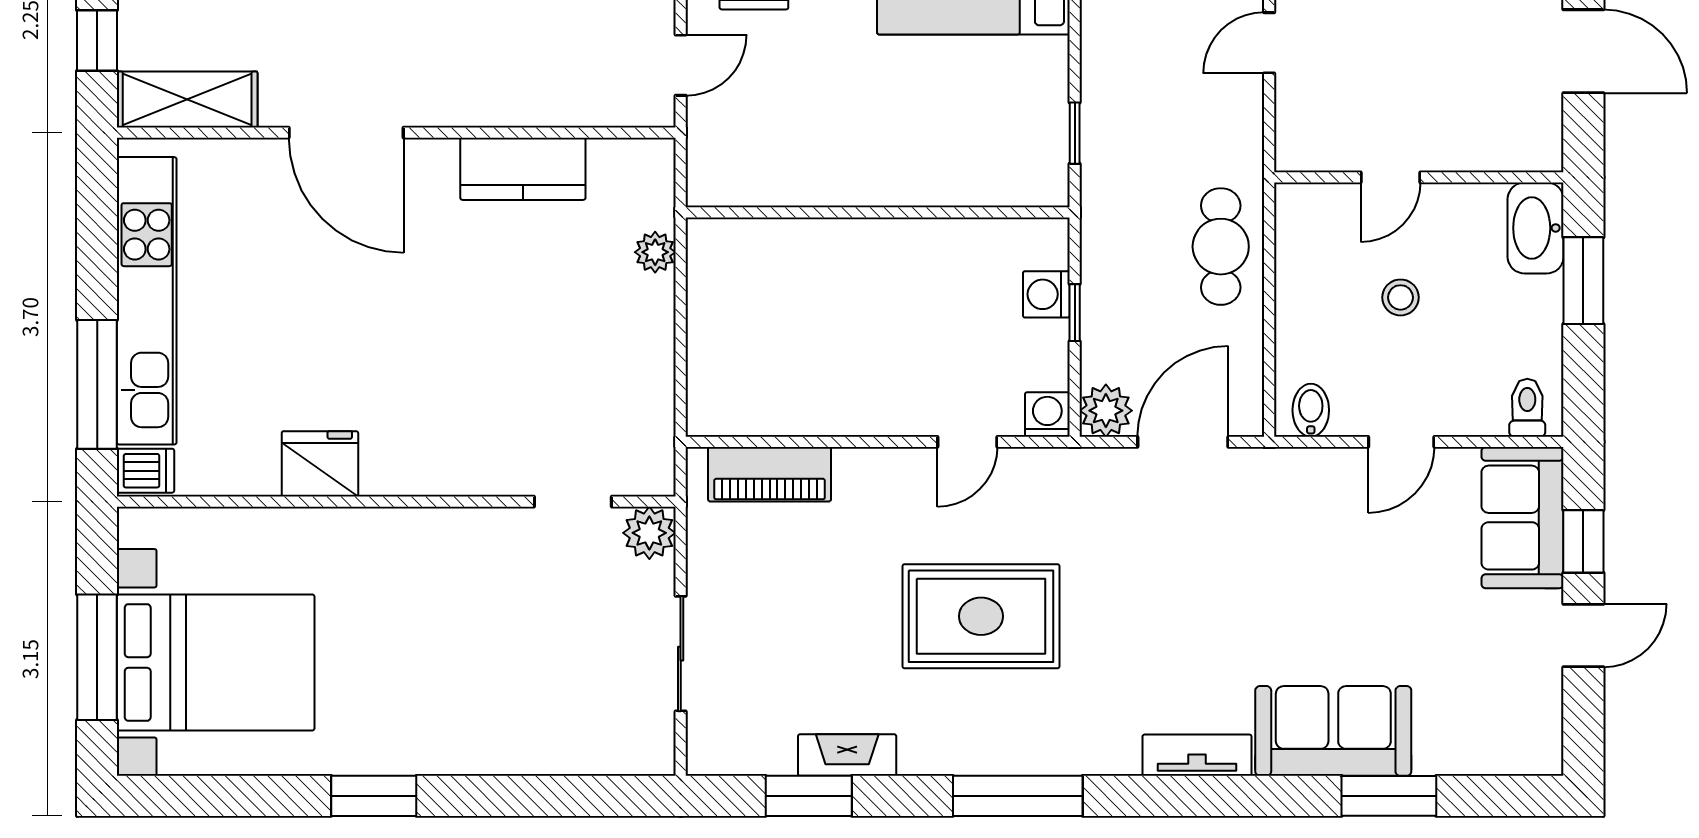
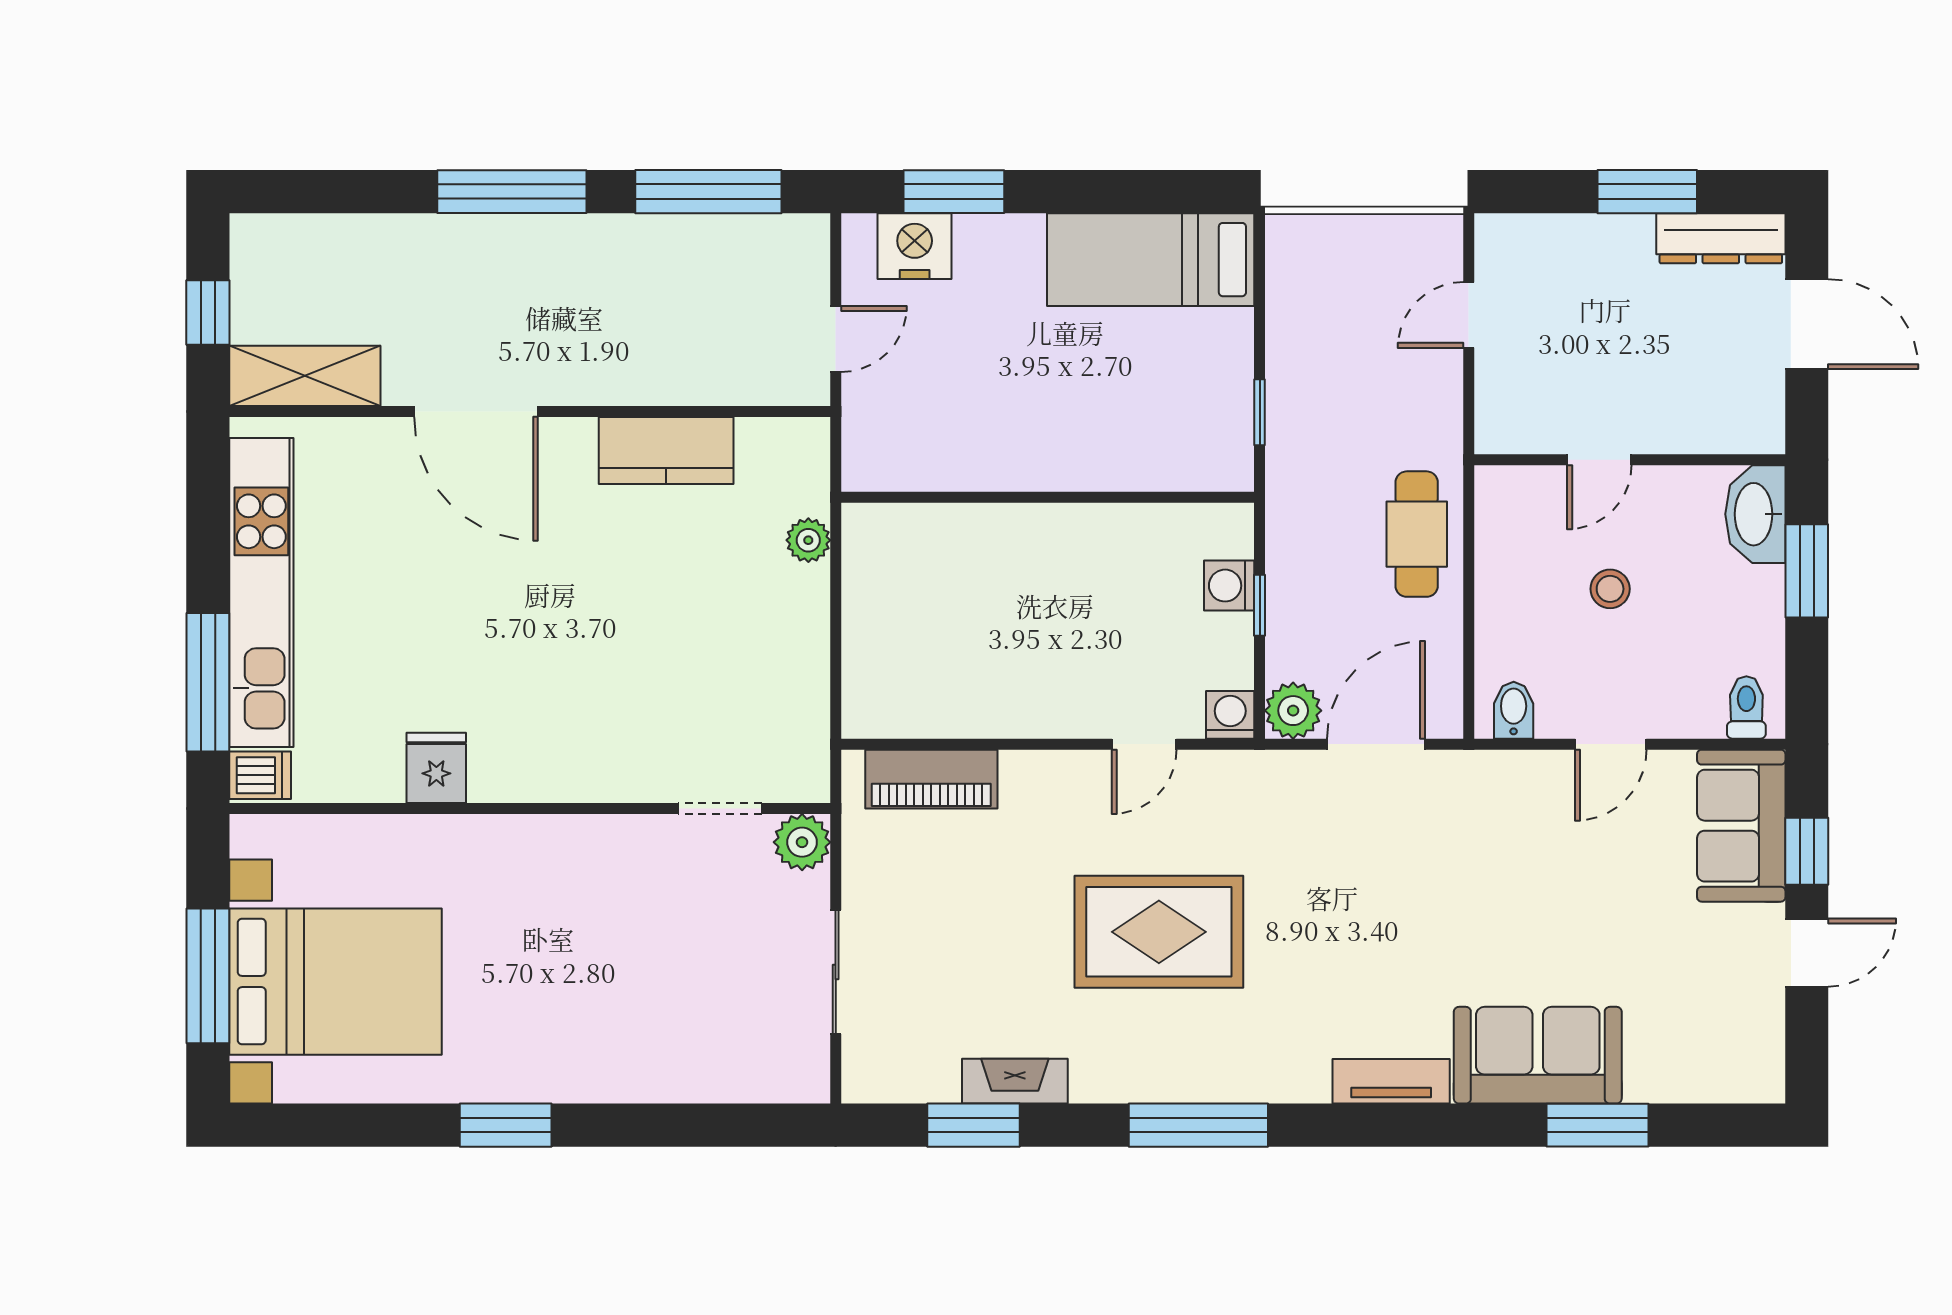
fridge: (320, 464) -> (436, 768), width x0.72

